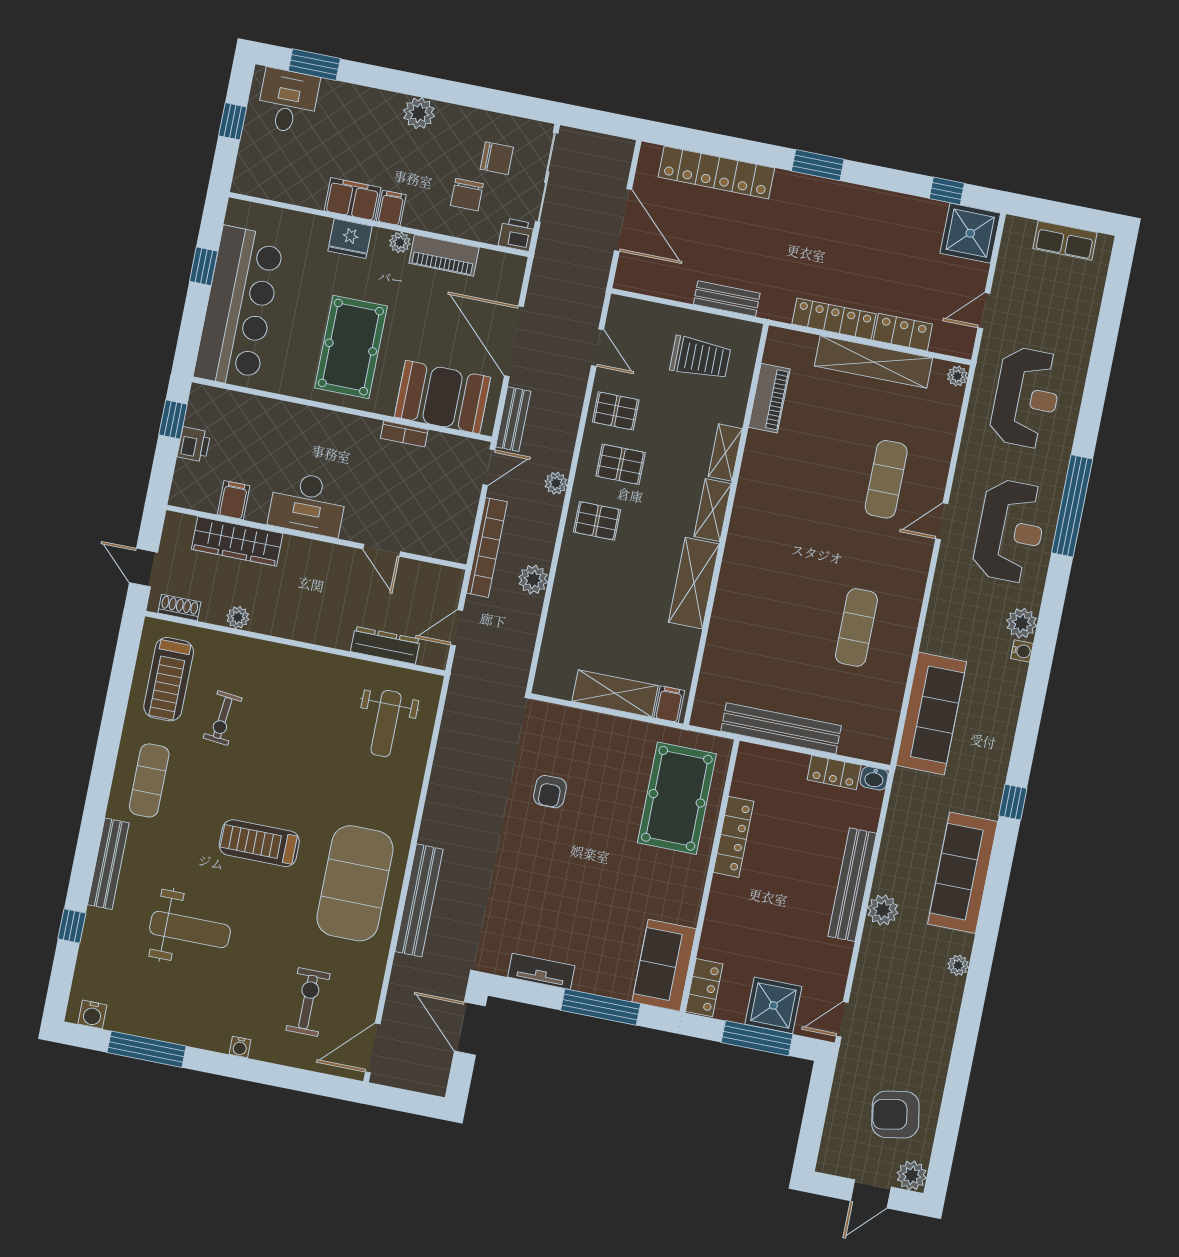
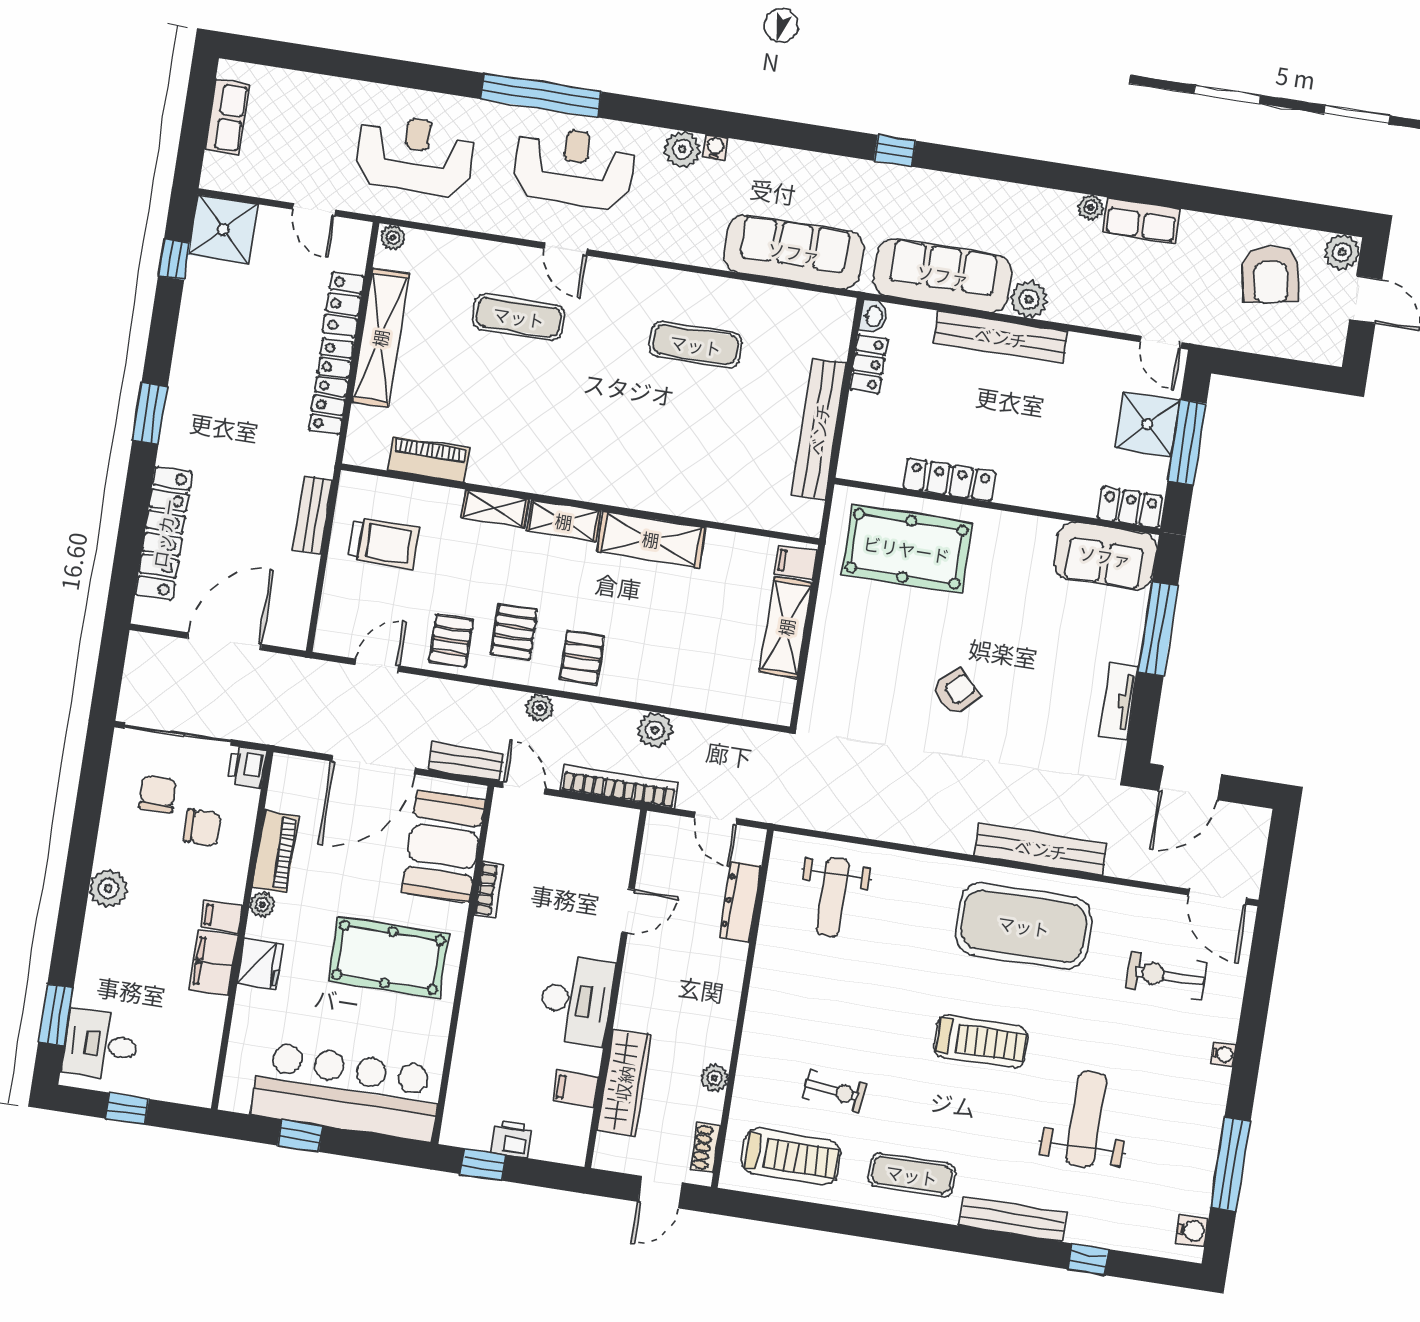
trolley: (700, 358) -> (384, 543), turned 90
weight bench: (386, 724) -> (833, 897), turned 90
armchair: (550, 792) -> (956, 692), moved, turned -45
treadmill: (259, 843) -> (981, 1041), turned -90
sofa: (963, 873) -> (943, 275), moved, turned 180
row of seats: (945, 1008) -> (1141, 221), added

